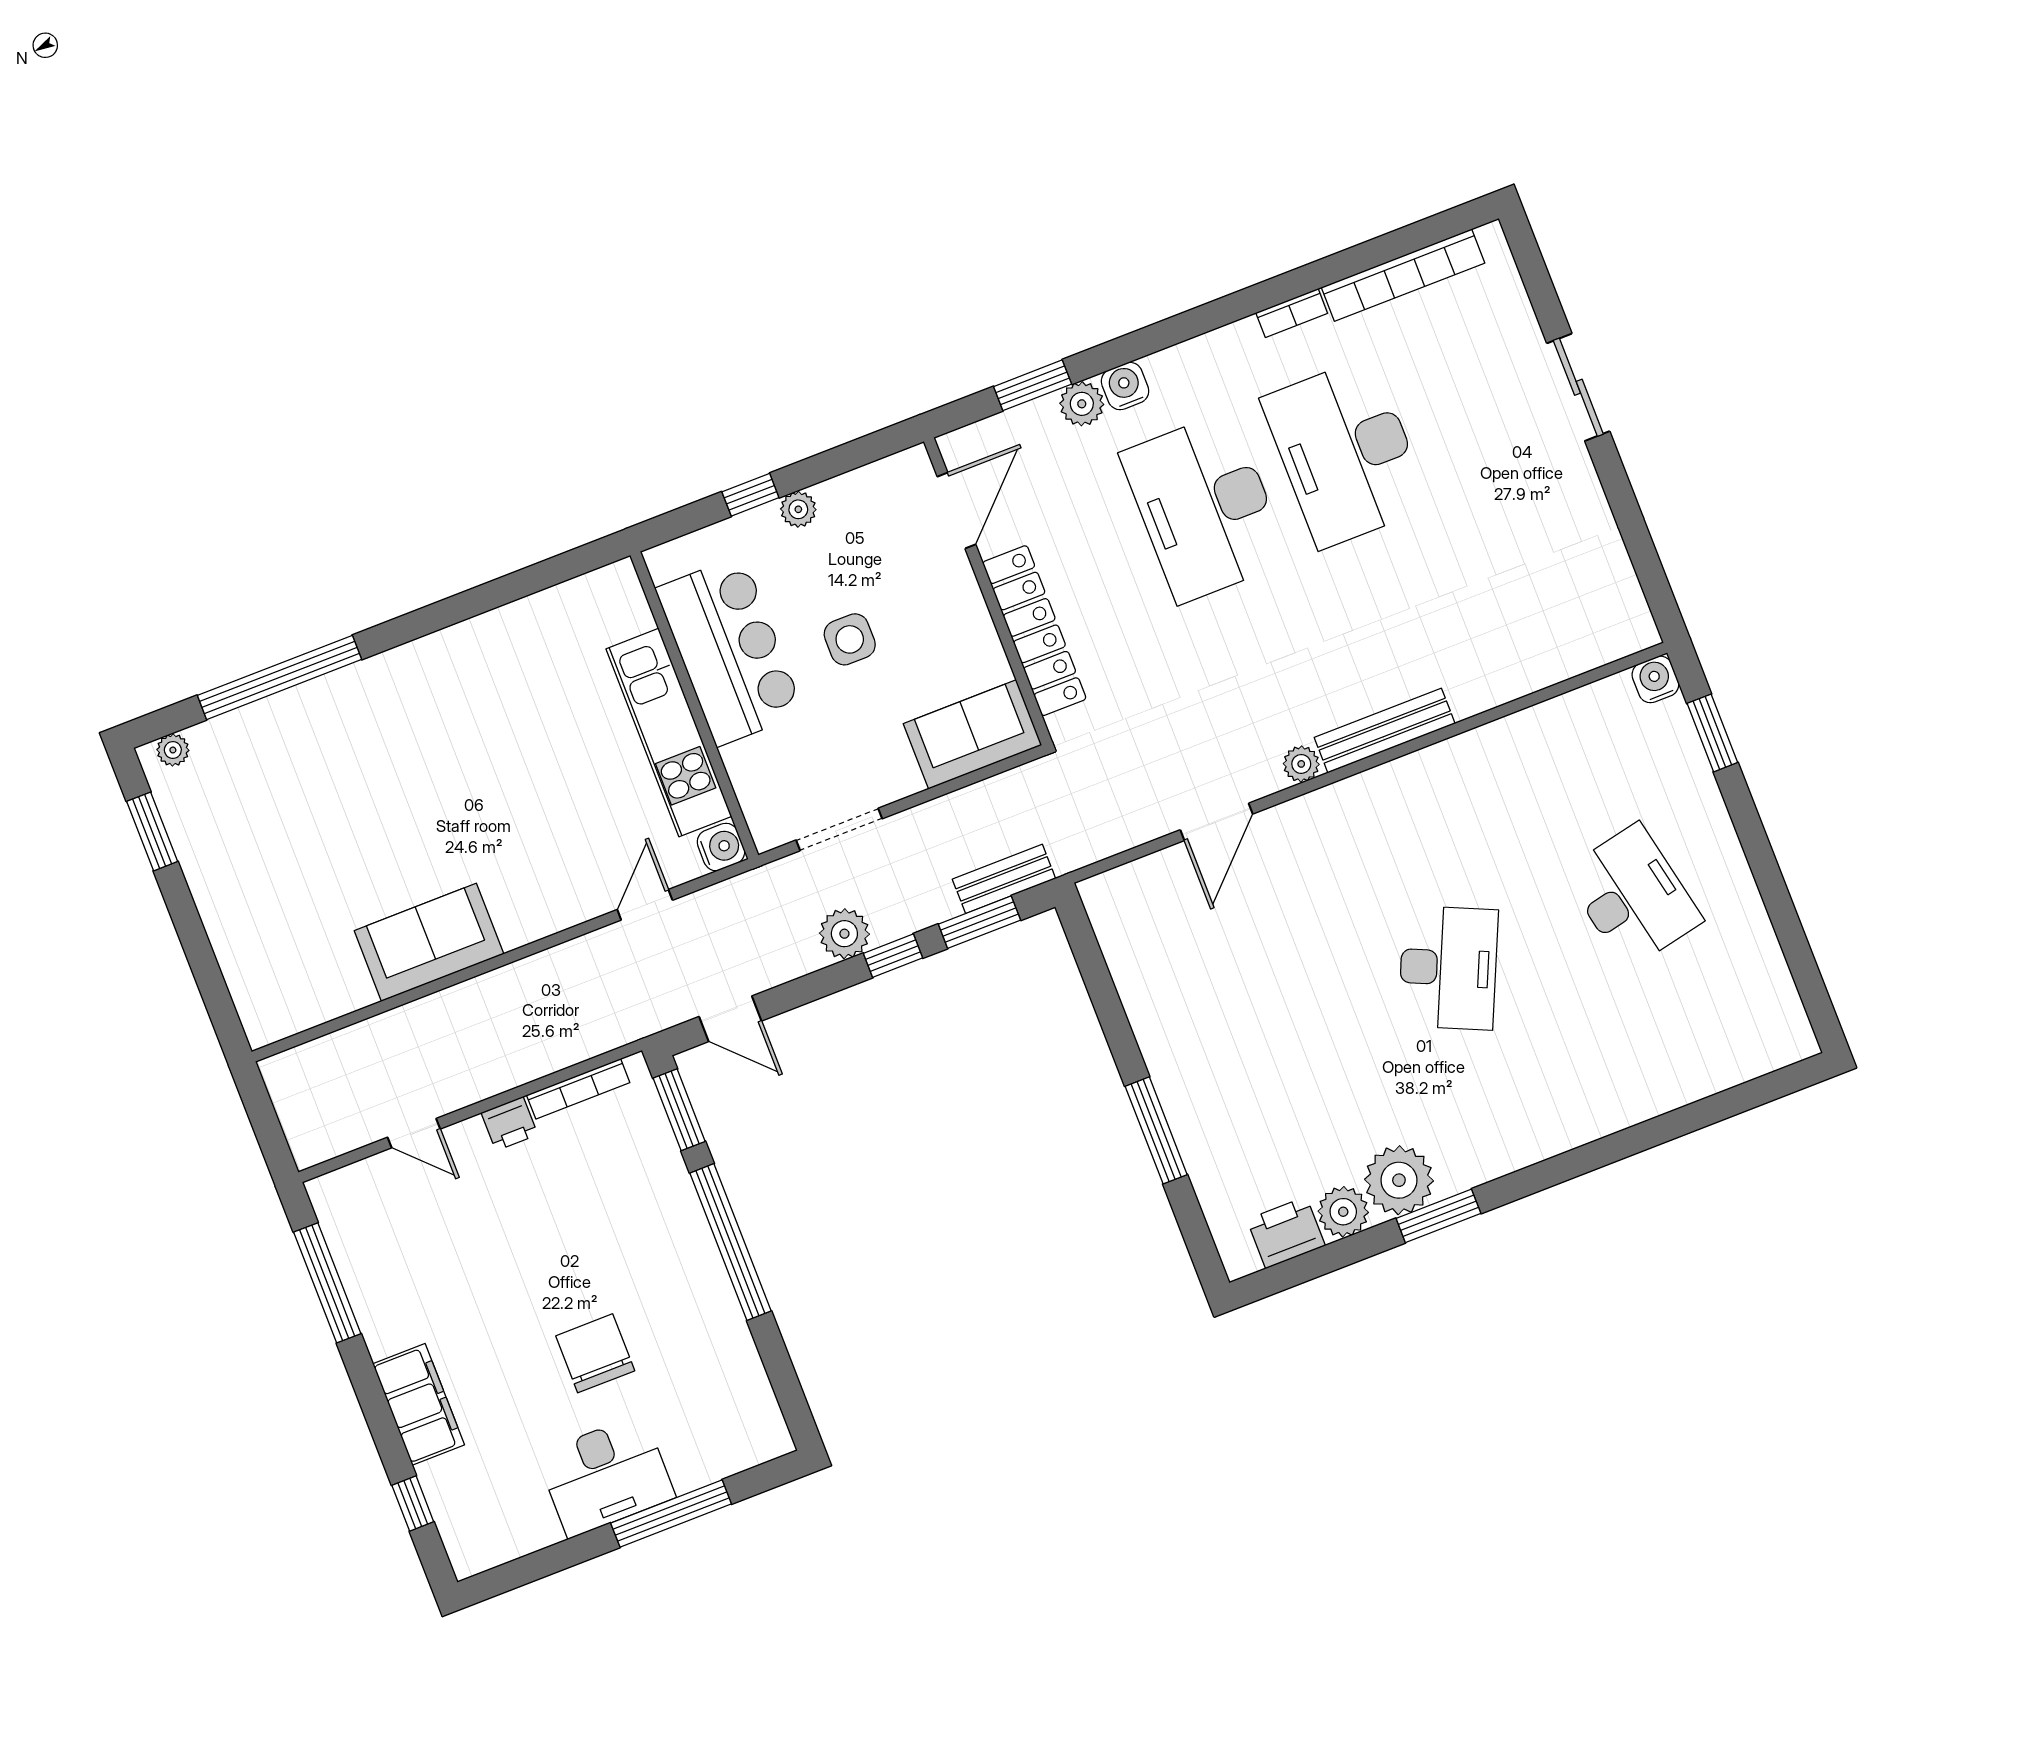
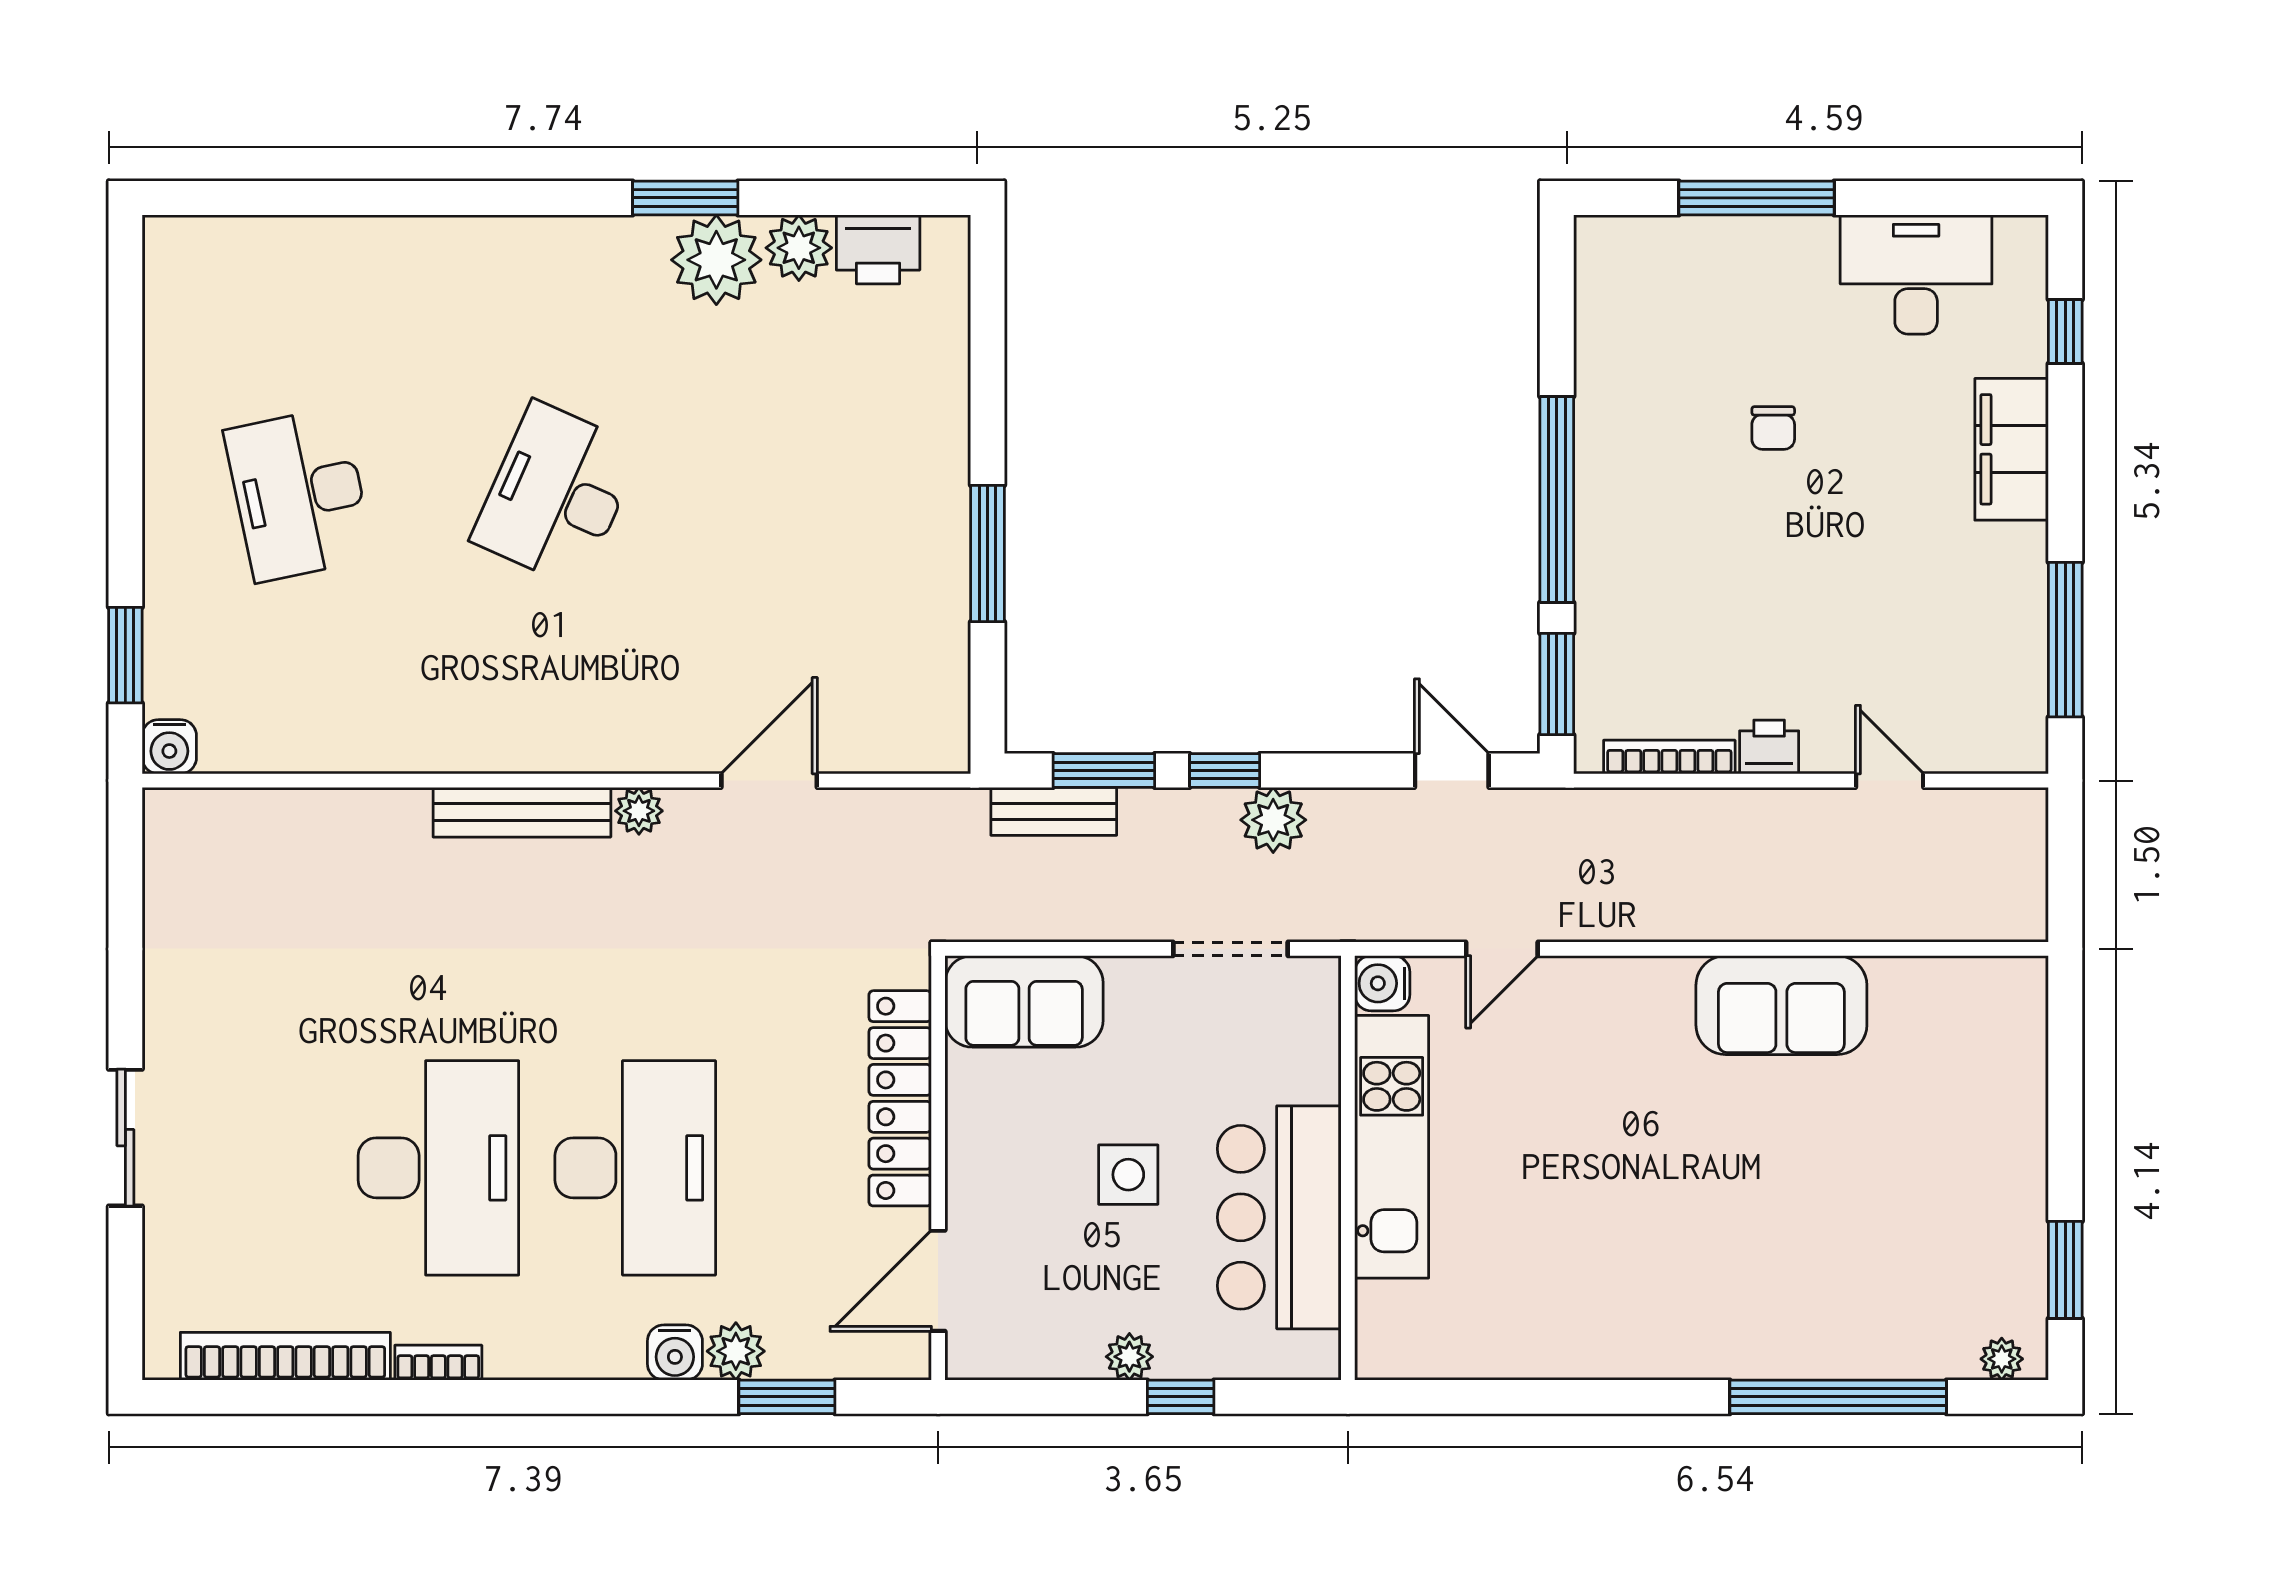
window: (1156, 1130) -> (988, 554), moved
chair: (595, 1353) -> (1773, 428), width x0.54, depth x0.54
desk: (606, 1476) -> (1916, 274), moved

